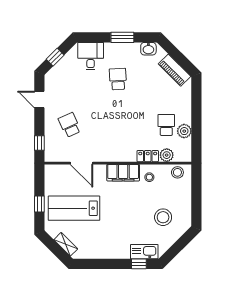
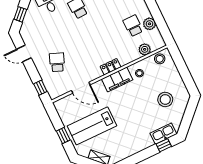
school desk: (69, 125) -> (57, 62), turned 45
locker: (148, 156) -> (110, 67), moved

